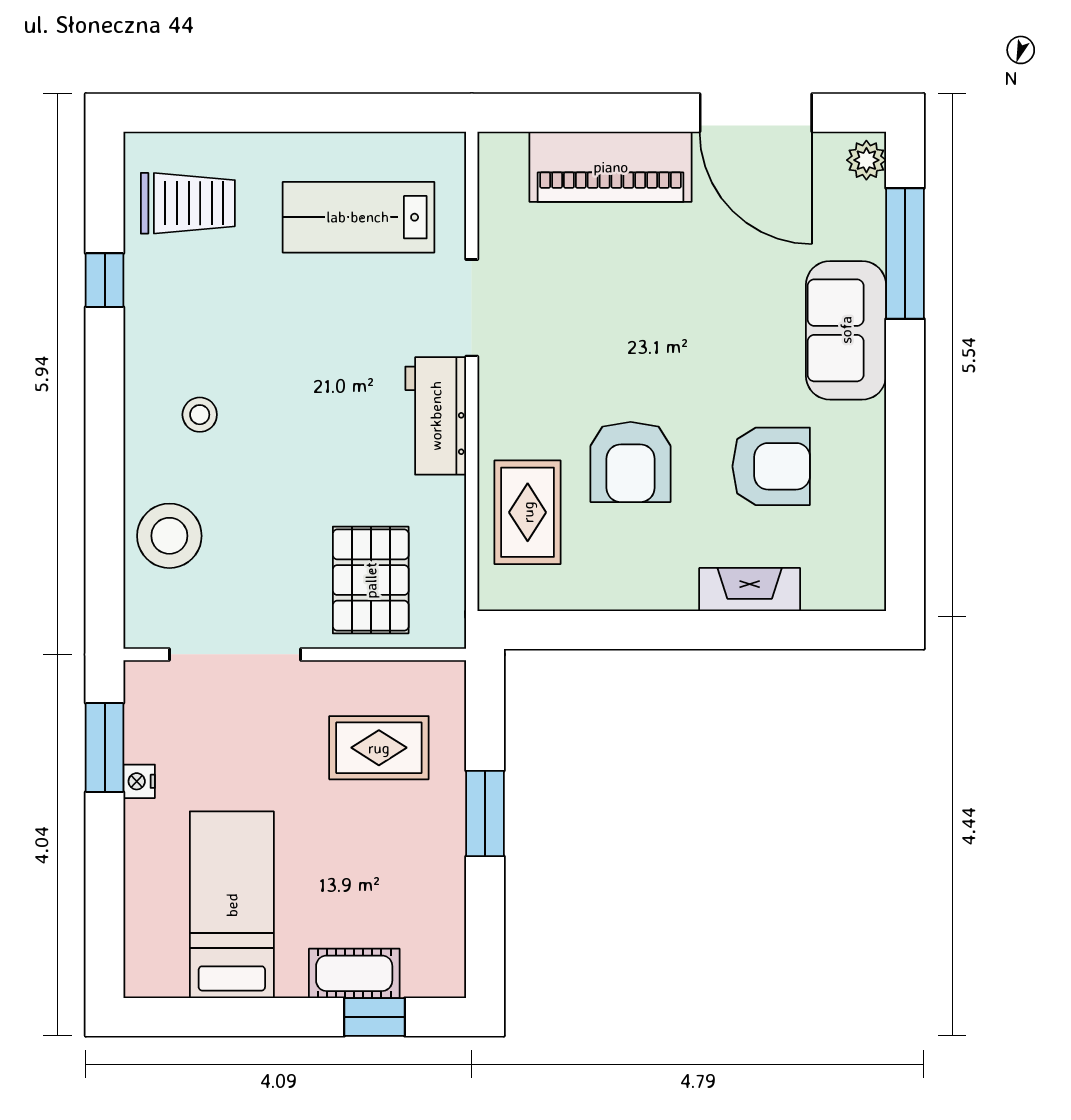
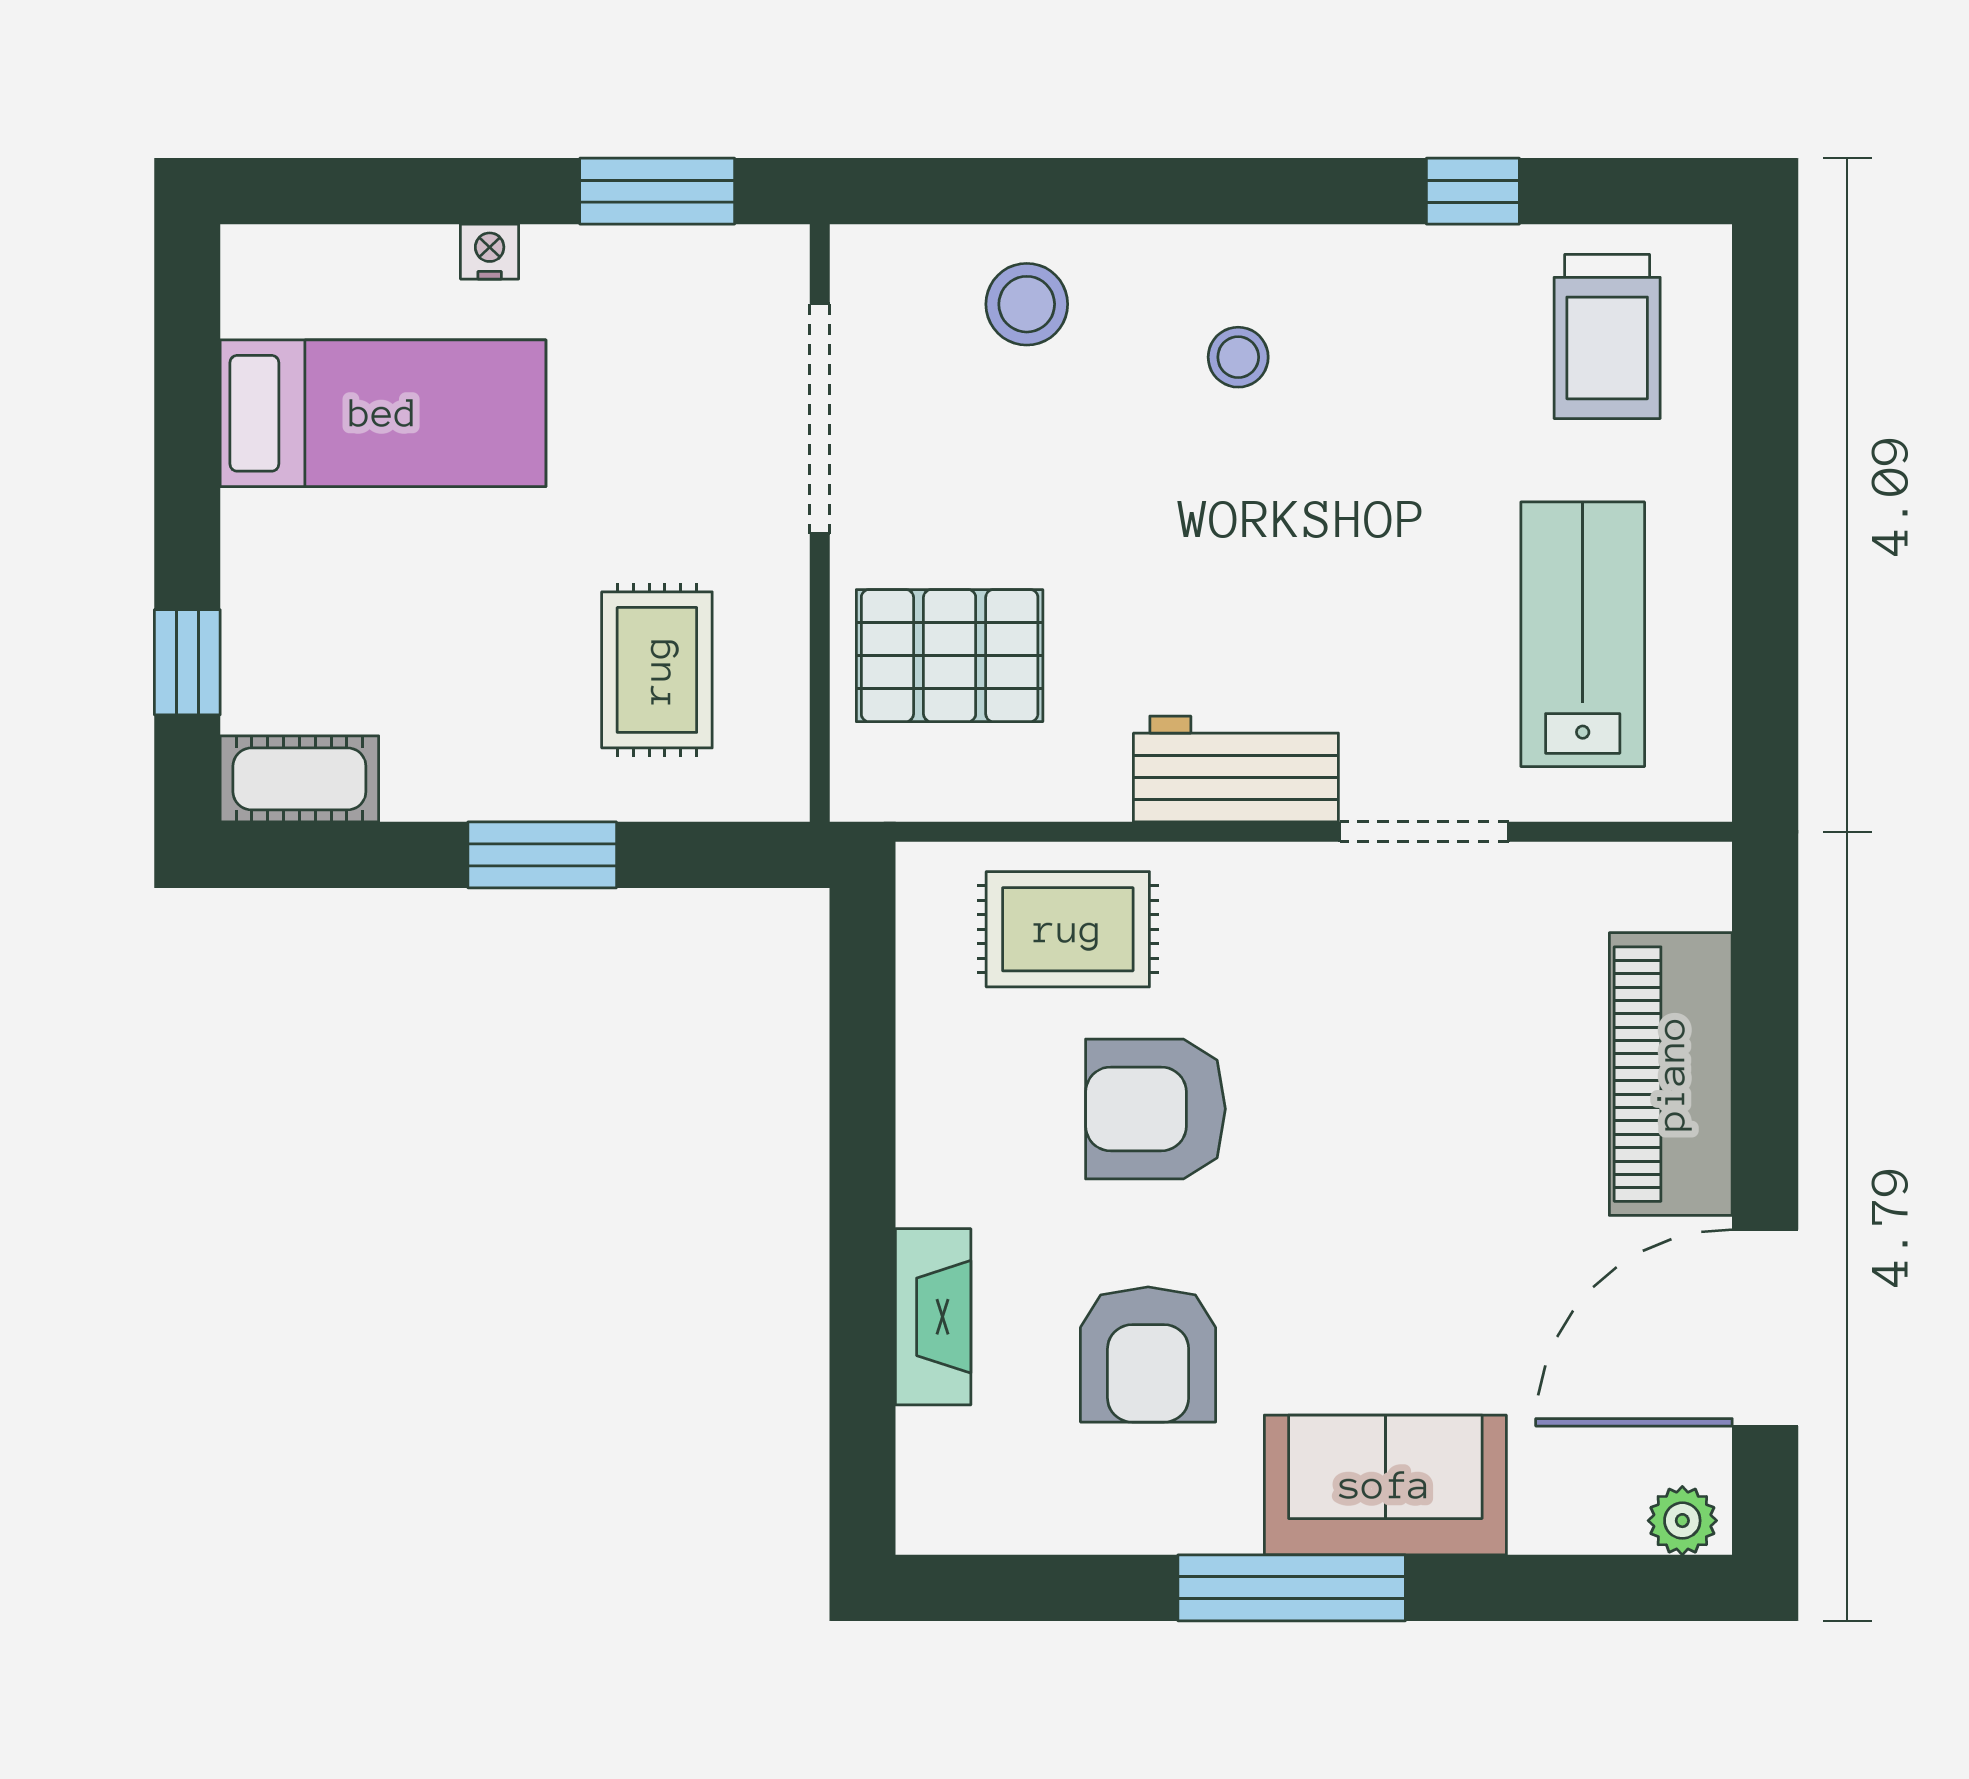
window: (905, 254) -> (1292, 1588), moved
stool: (169, 536) -> (1027, 304), width x0.73, depth x0.73
nightstand: (139, 781) -> (490, 252), moved
cot: (354, 973) -> (299, 779), moved, turned 90

